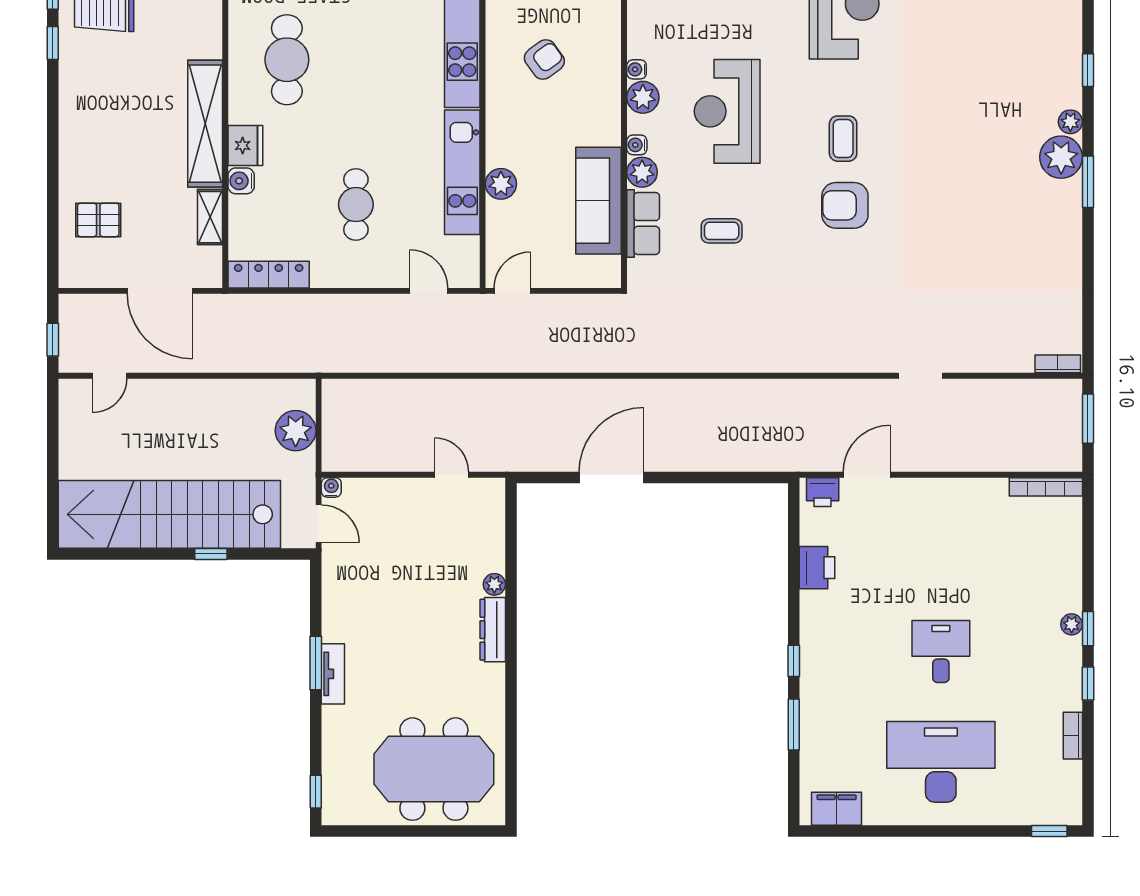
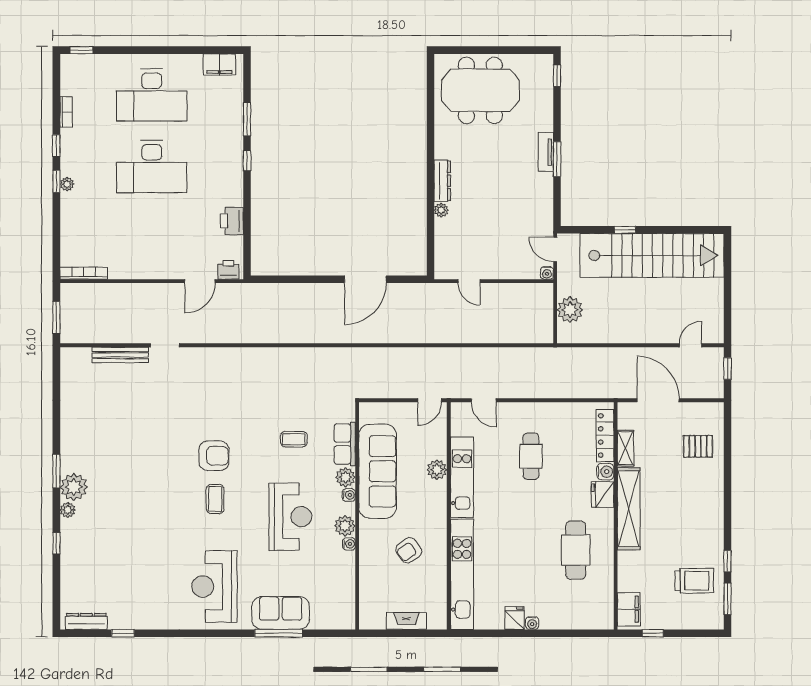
sofa: (599, 201) -> (378, 471), width x1.36, depth x1.27
locker: (269, 275) -> (605, 435), moved, turned 90
bench: (989, 361) -> (120, 355), added
bookcase: (1058, 364) -> (76, 353), removed
desk: (941, 651) -> (152, 167), width x1.87, depth x1.30

